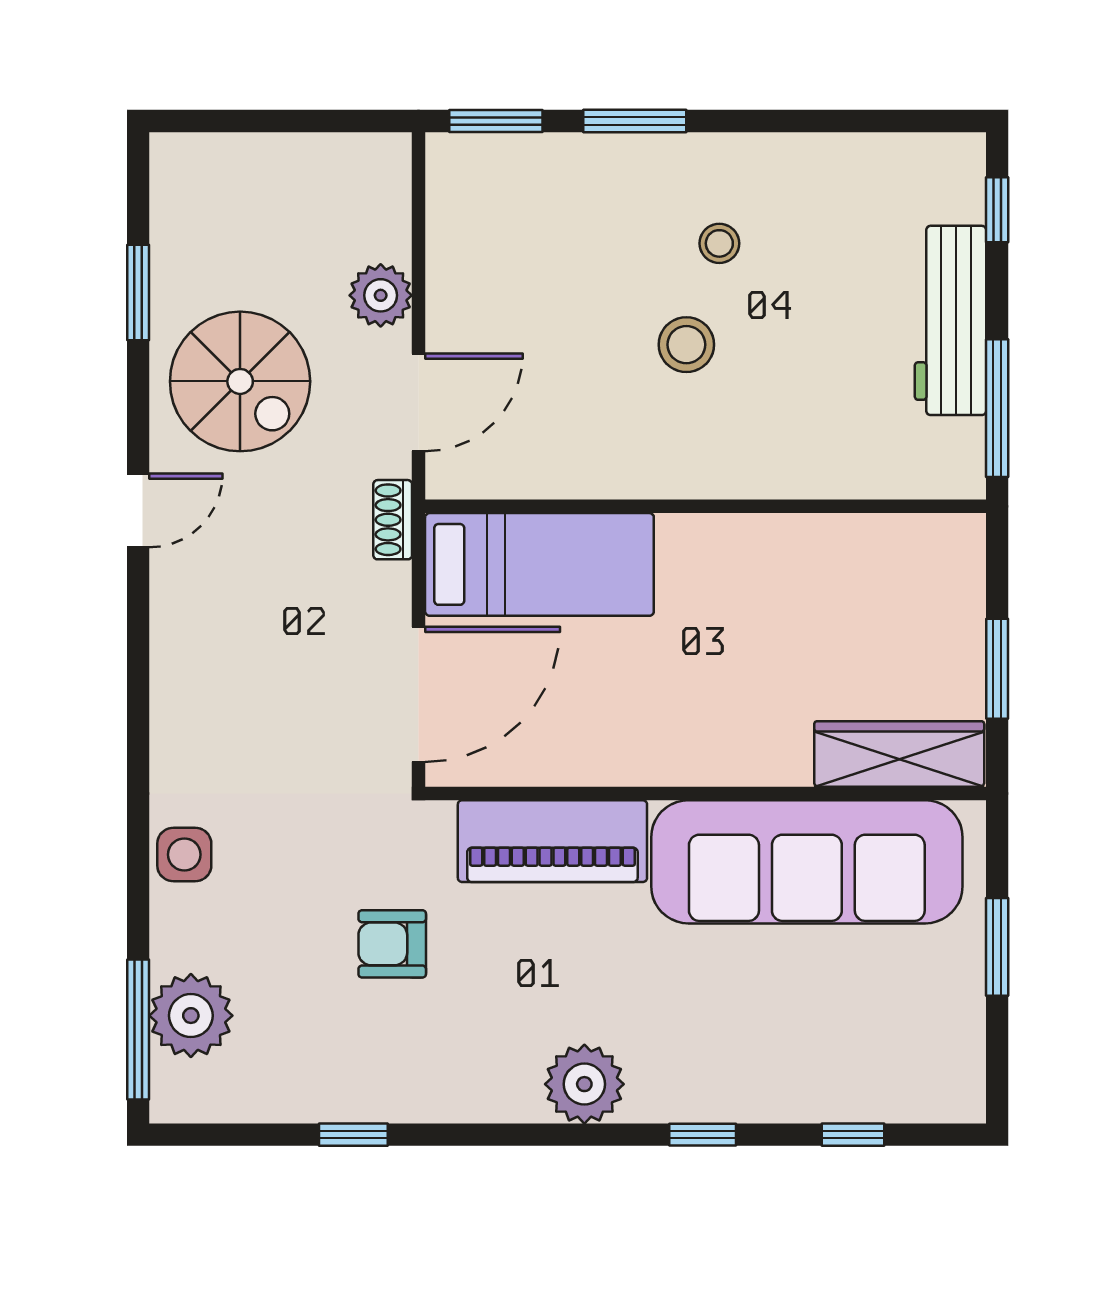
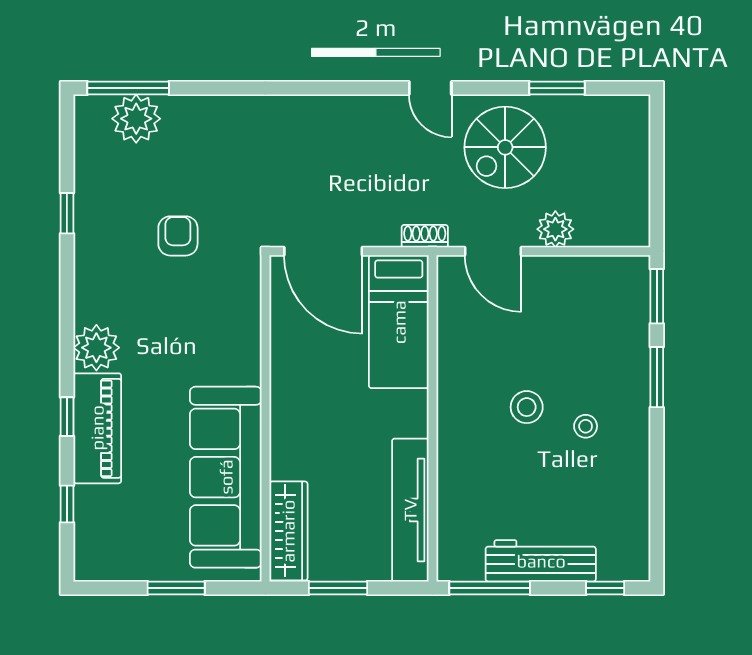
tv unit: (863, 544) -> (410, 510), added
piano: (552, 841) -> (97, 428), moved, turned 180
side table: (184, 855) -> (230, 115), removed

